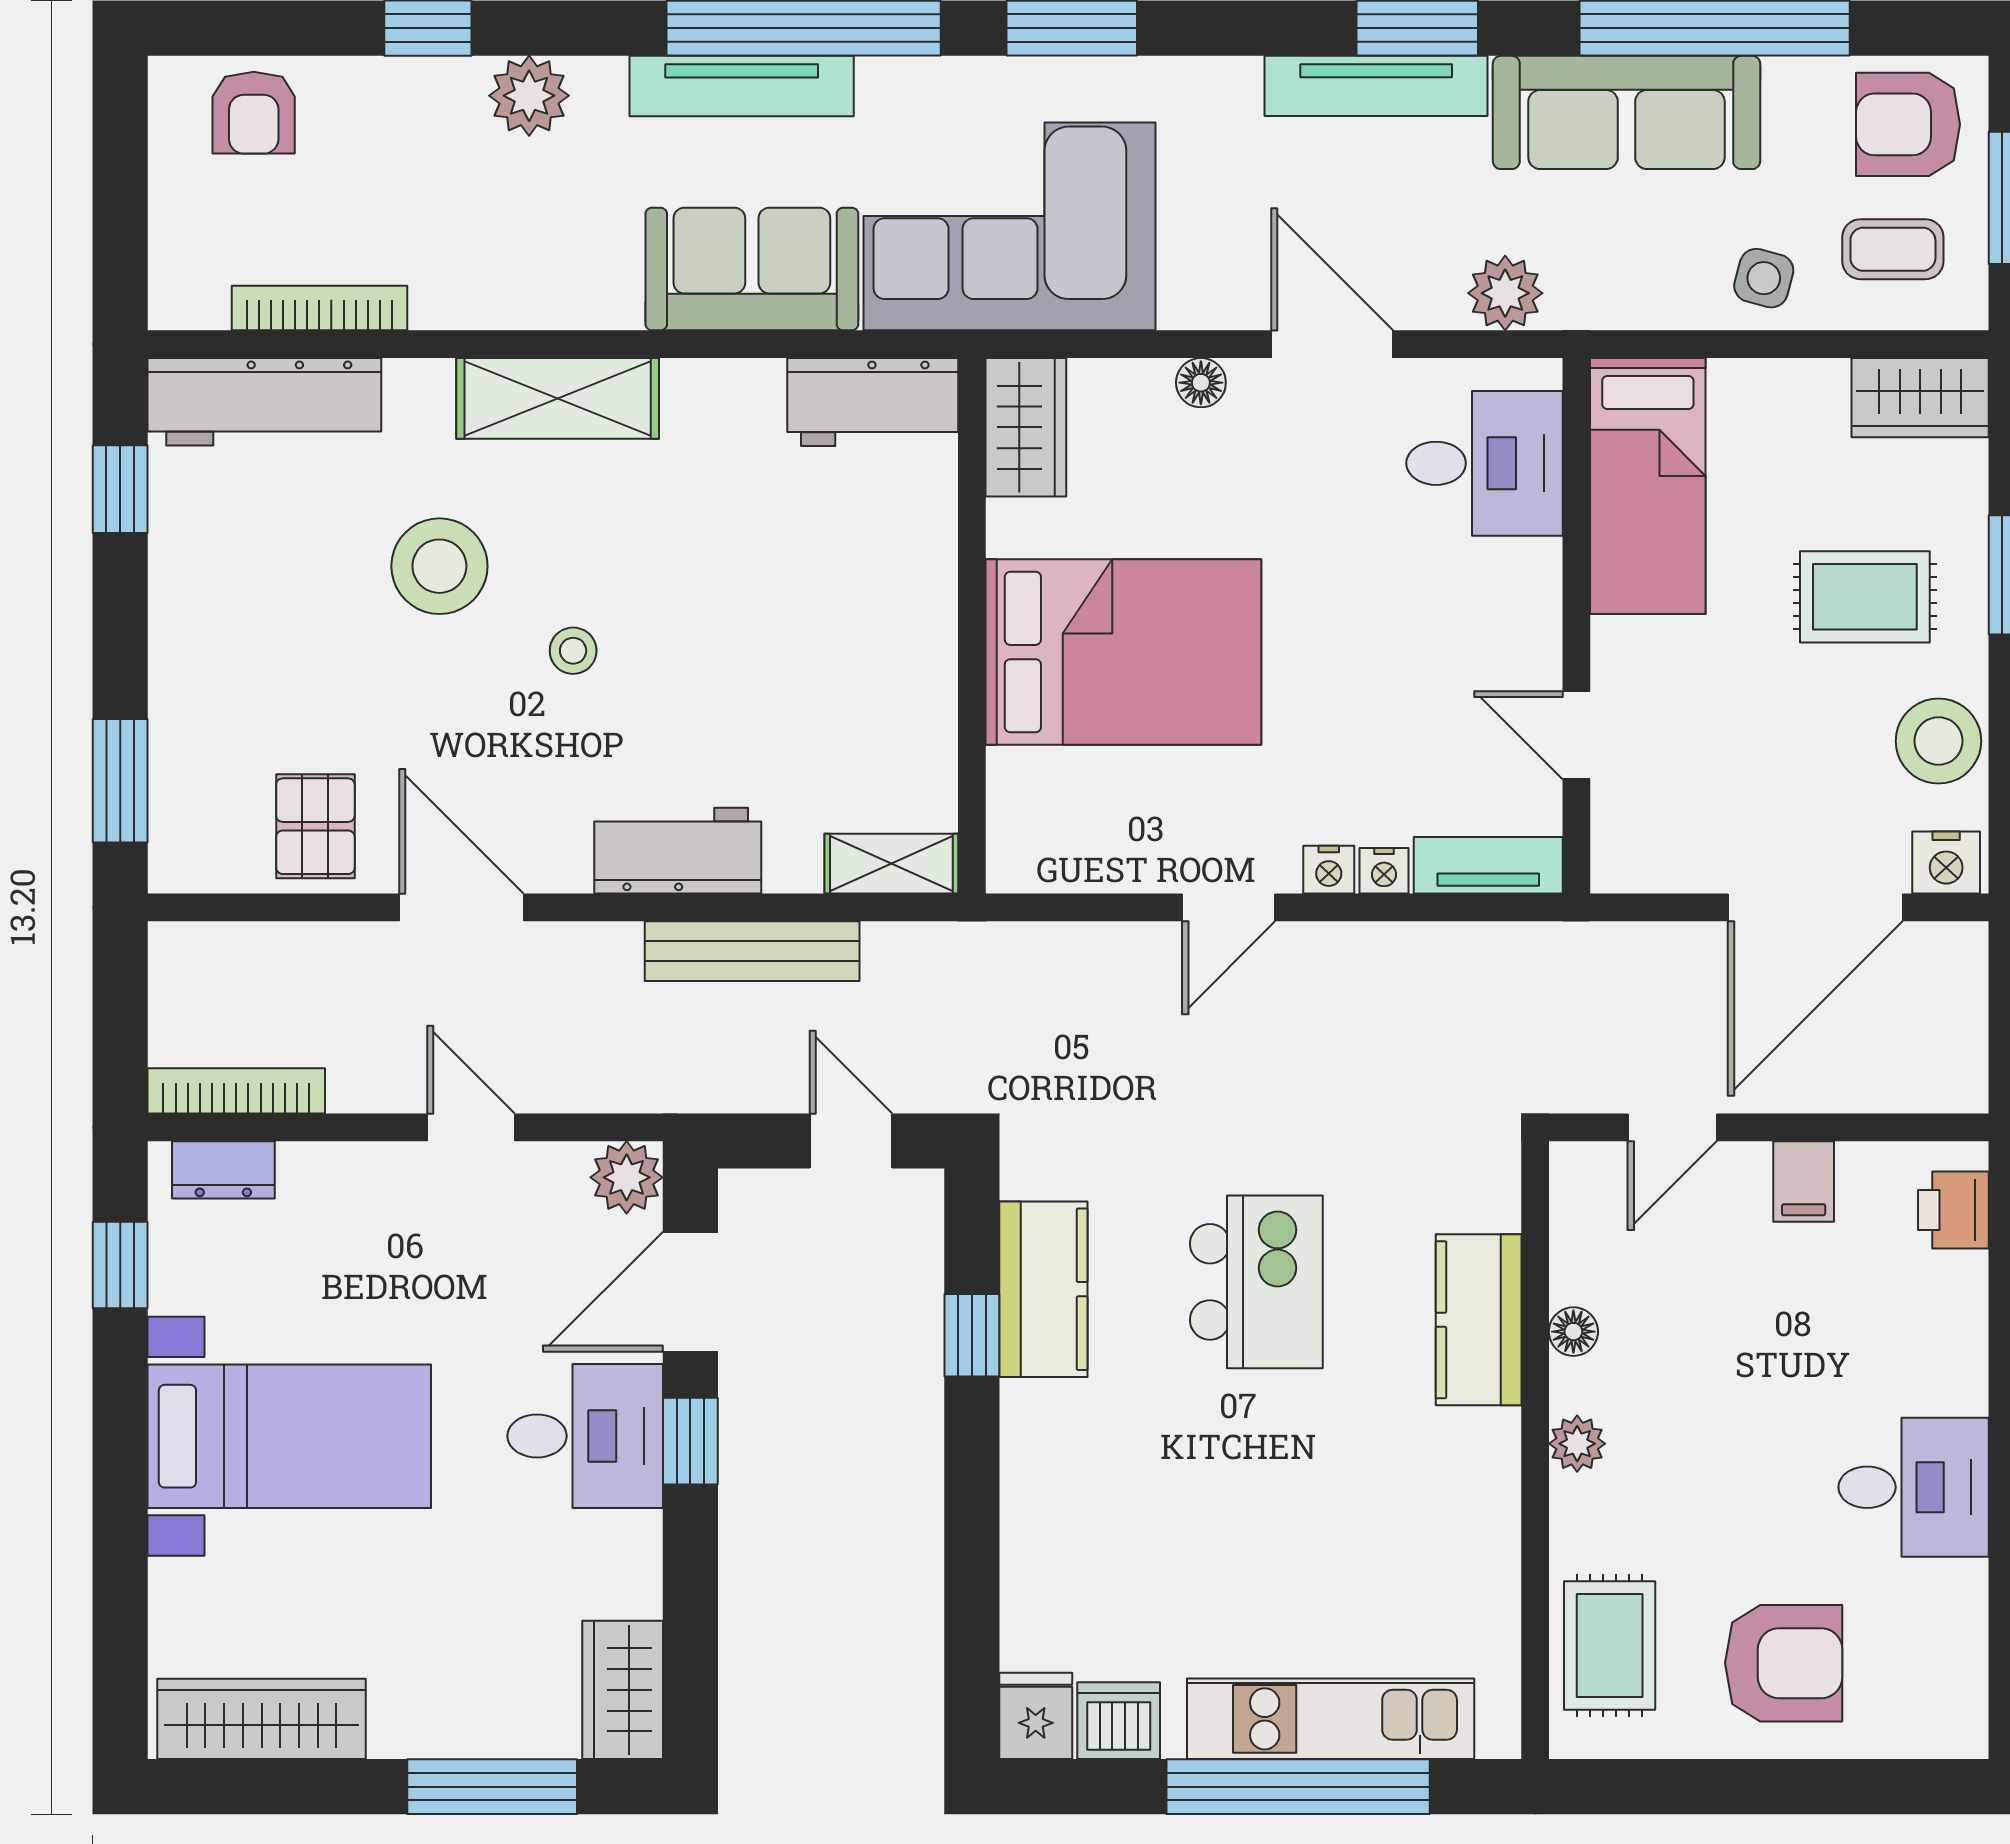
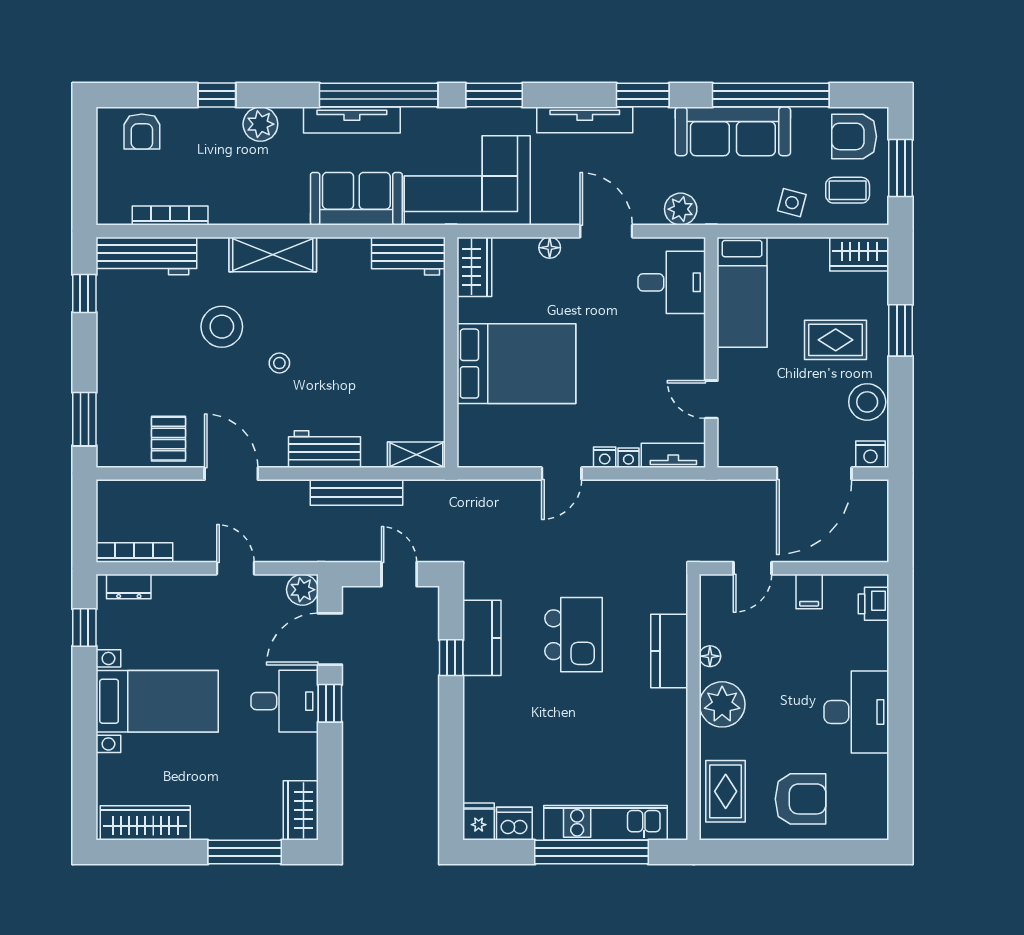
tv unit: (1376, 86) -> (585, 120), moved
plant: (1577, 1444) -> (722, 704), width x1.87, depth x1.87
desk: (1914, 1487) -> (856, 712), width x1.37

